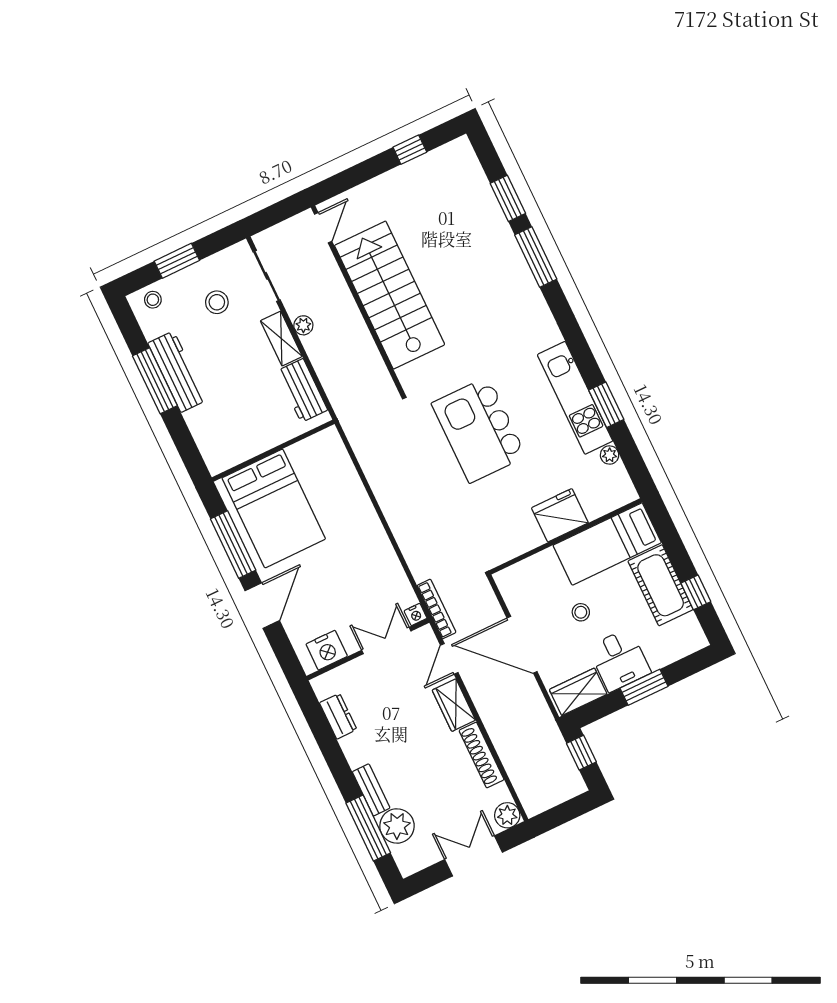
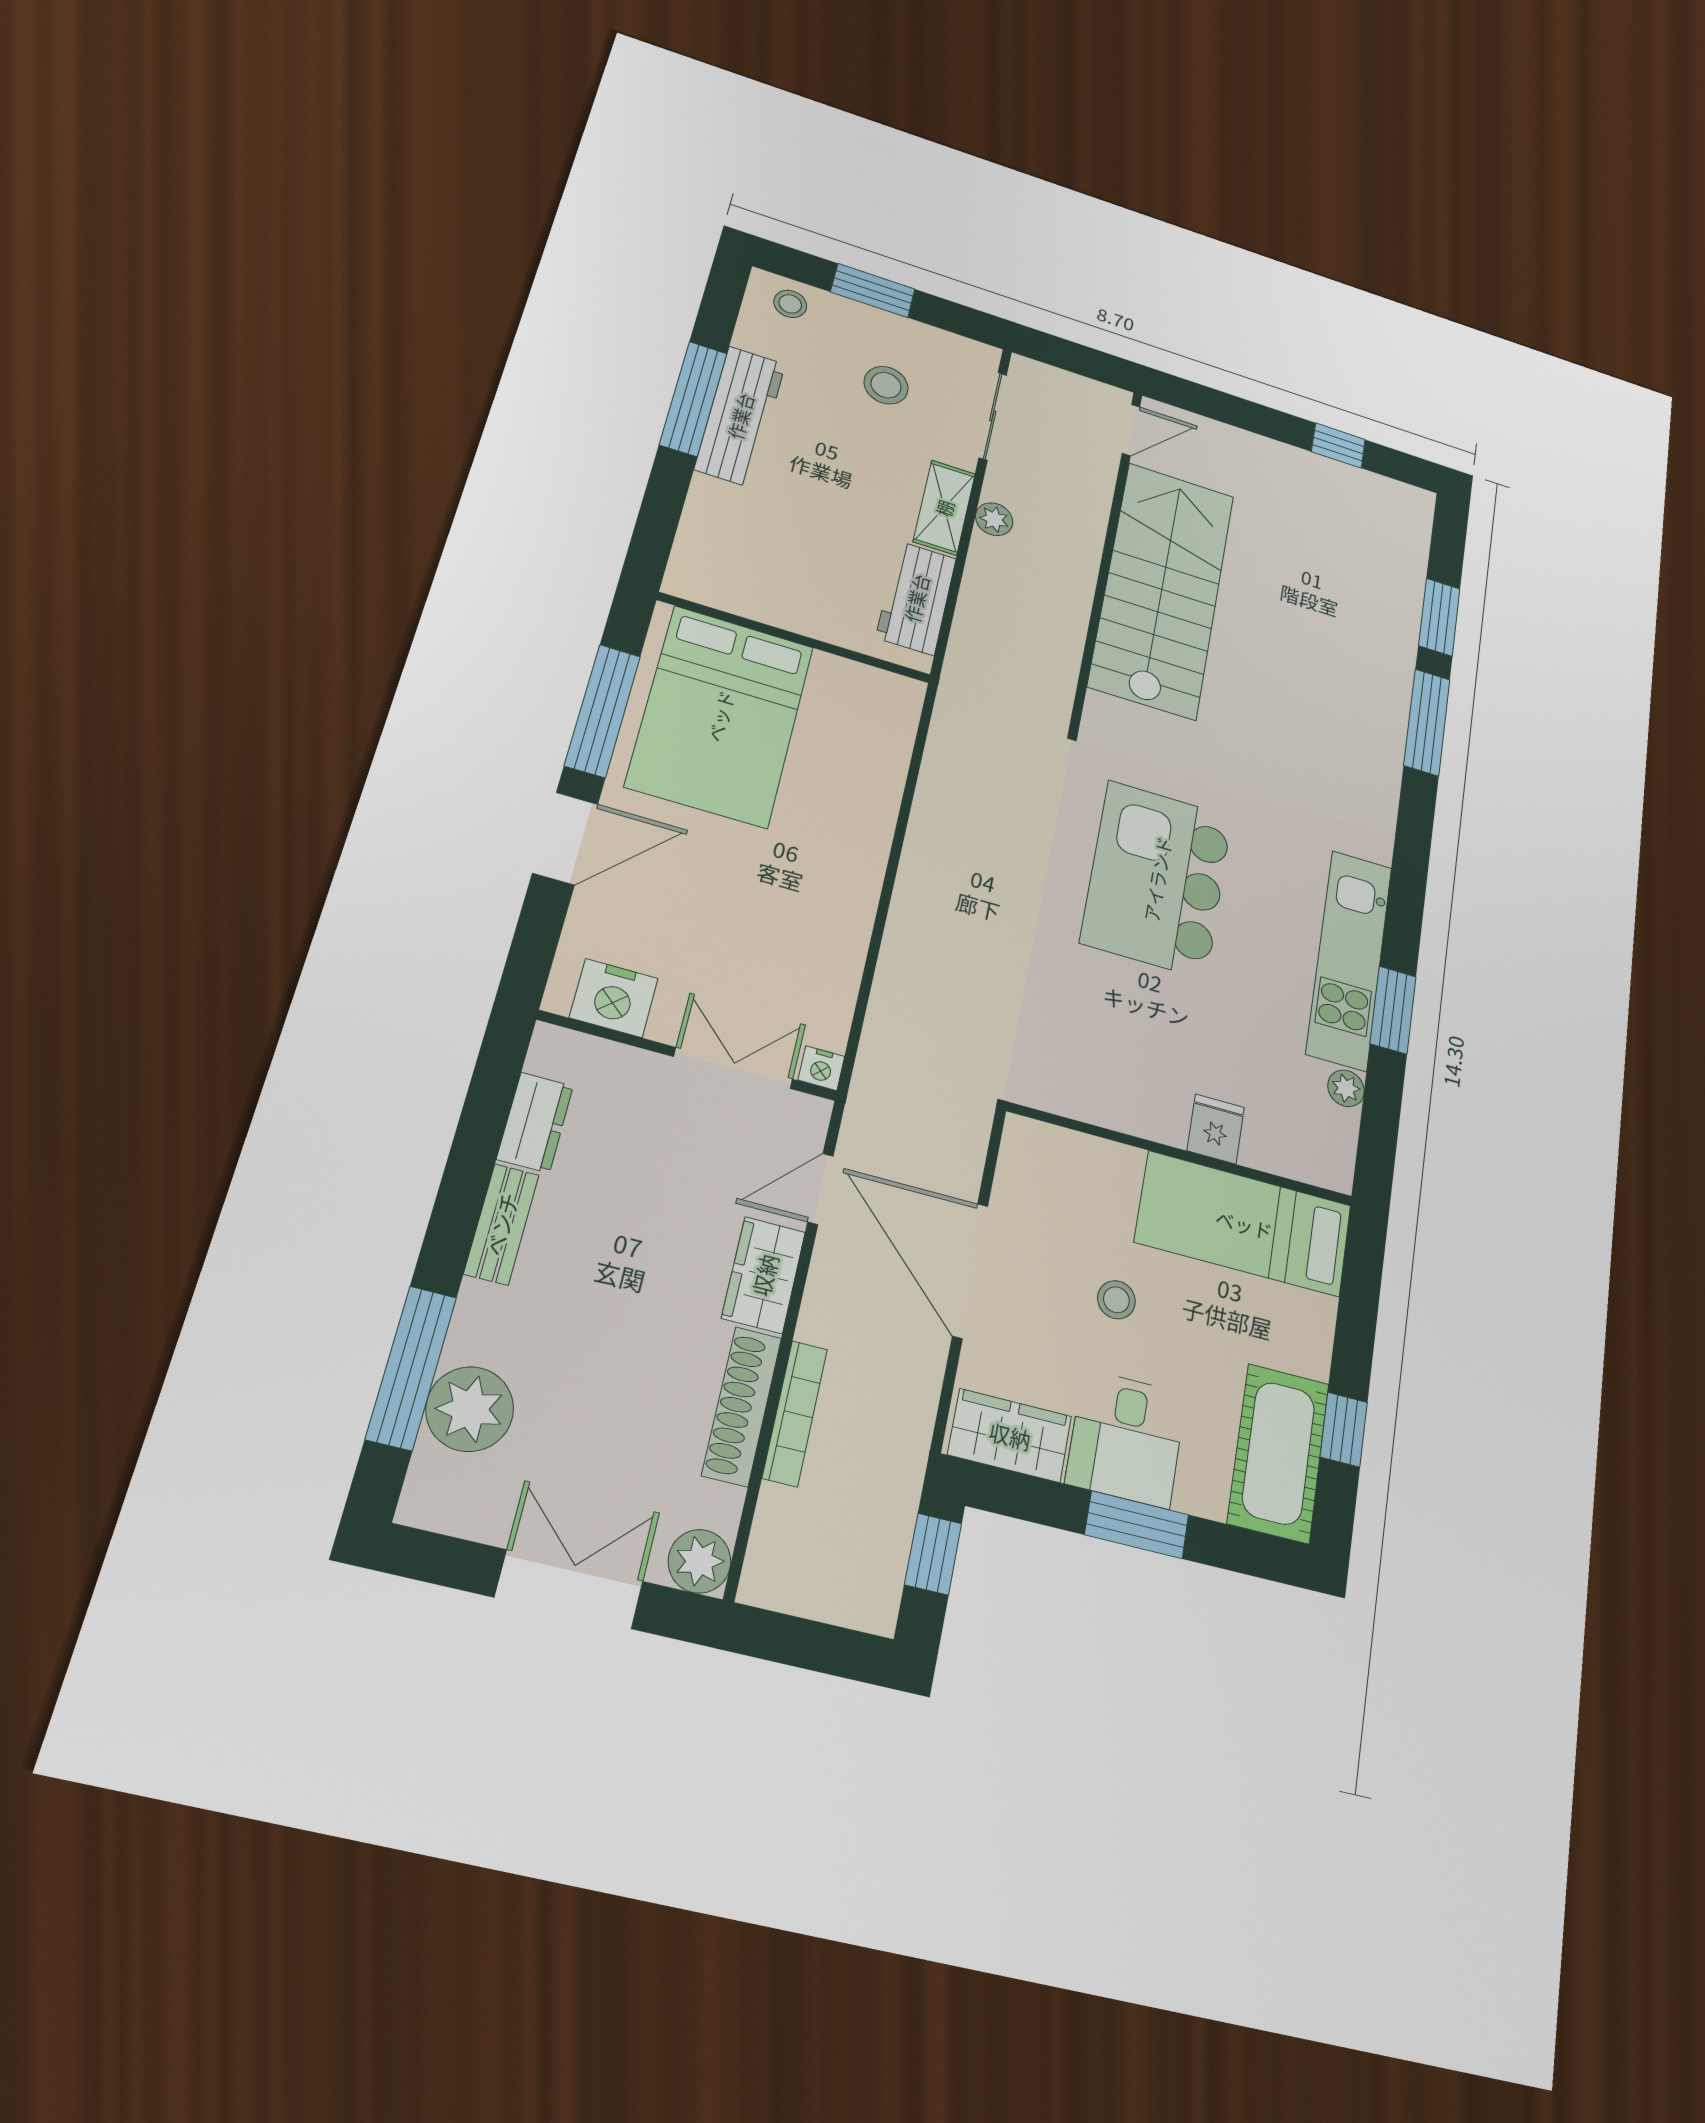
fridge: (560, 515) -> (1216, 1129), width x0.53, depth x0.75
cot: (661, 585) -> (1279, 1453), moved
bookcase: (437, 609) -> (795, 1413), moved
bench: (371, 790) -> (501, 1224), moved

